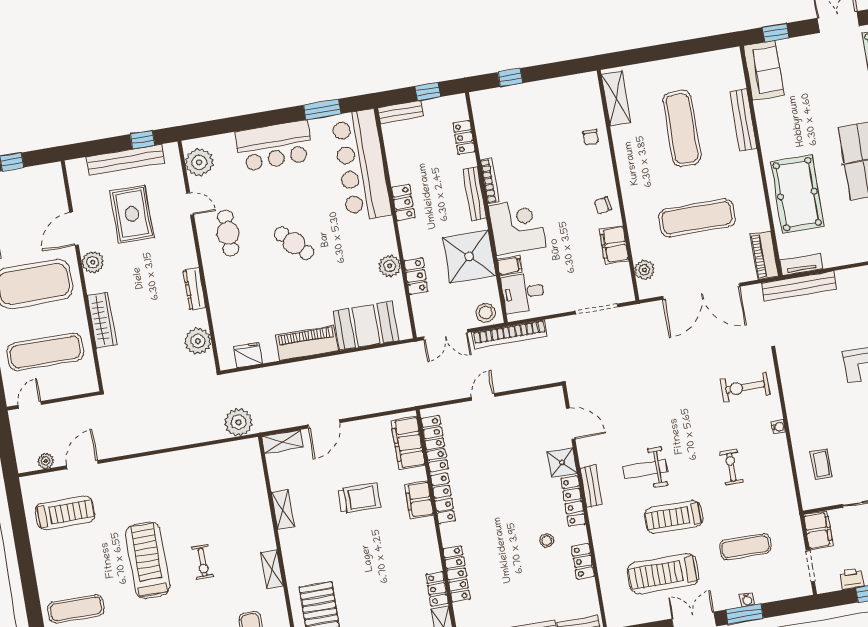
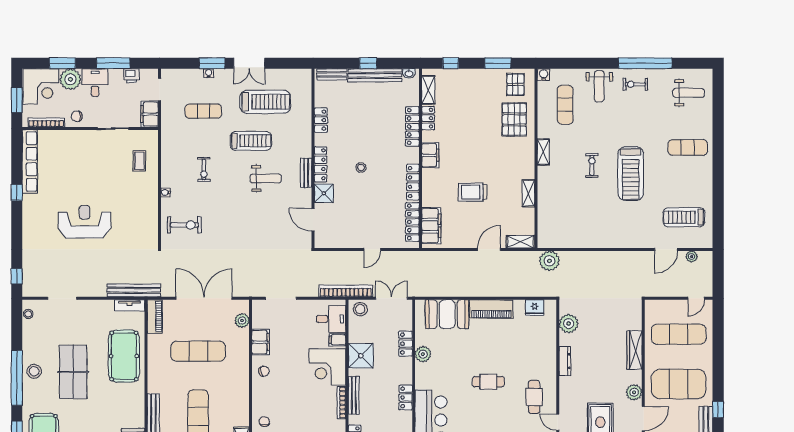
cafe table: (294, 243) -> (488, 382), turned -46
shower: (469, 256) -> (361, 356), width x0.73, depth x0.73
filing cabinet: (419, 500) -> (430, 155), moved
stool: (547, 540) -> (361, 167), moved

